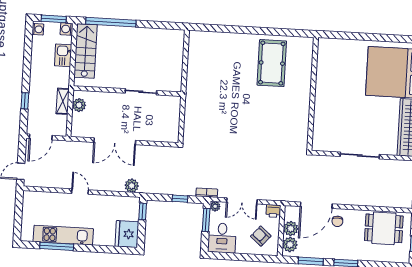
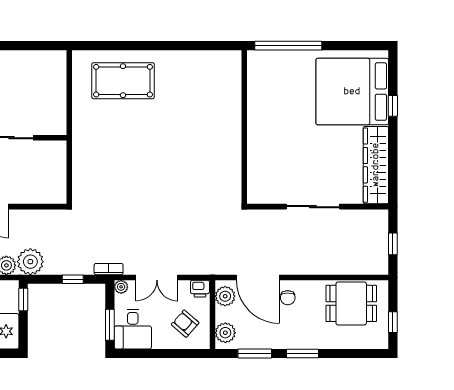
window: (348, 36) -> (288, 46), added
pool table: (272, 63) -> (123, 81), moved, turned 90
plant: (149, 184) -> (30, 262), added
door: (316, 205) -> (258, 277), hinge flipped
window: (206, 220) -> (110, 325), moved
plant: (291, 229) -> (225, 296), moved

